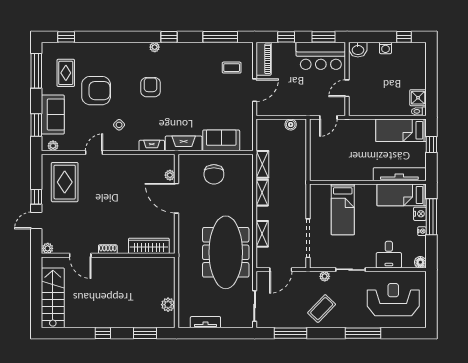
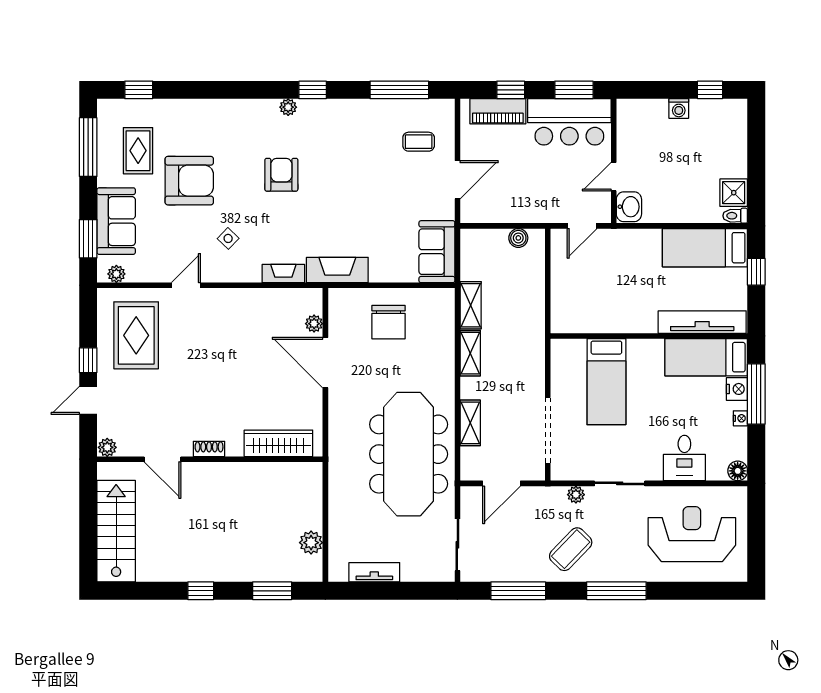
washbasin: (358, 50) -> (629, 207), moved, turned -90
piano: (264, 59) -> (498, 111), moved, turned 90
sofa: (221, 140) -> (437, 252), moved, turned -90
window: (363, 333) -> (616, 591), moved

